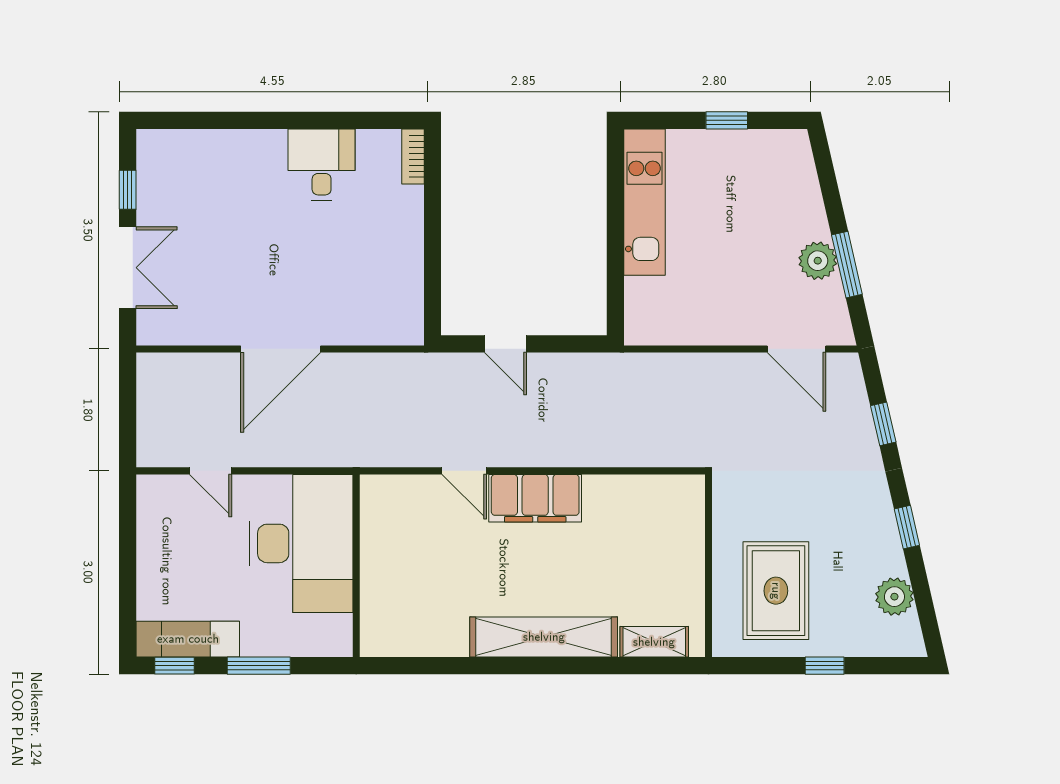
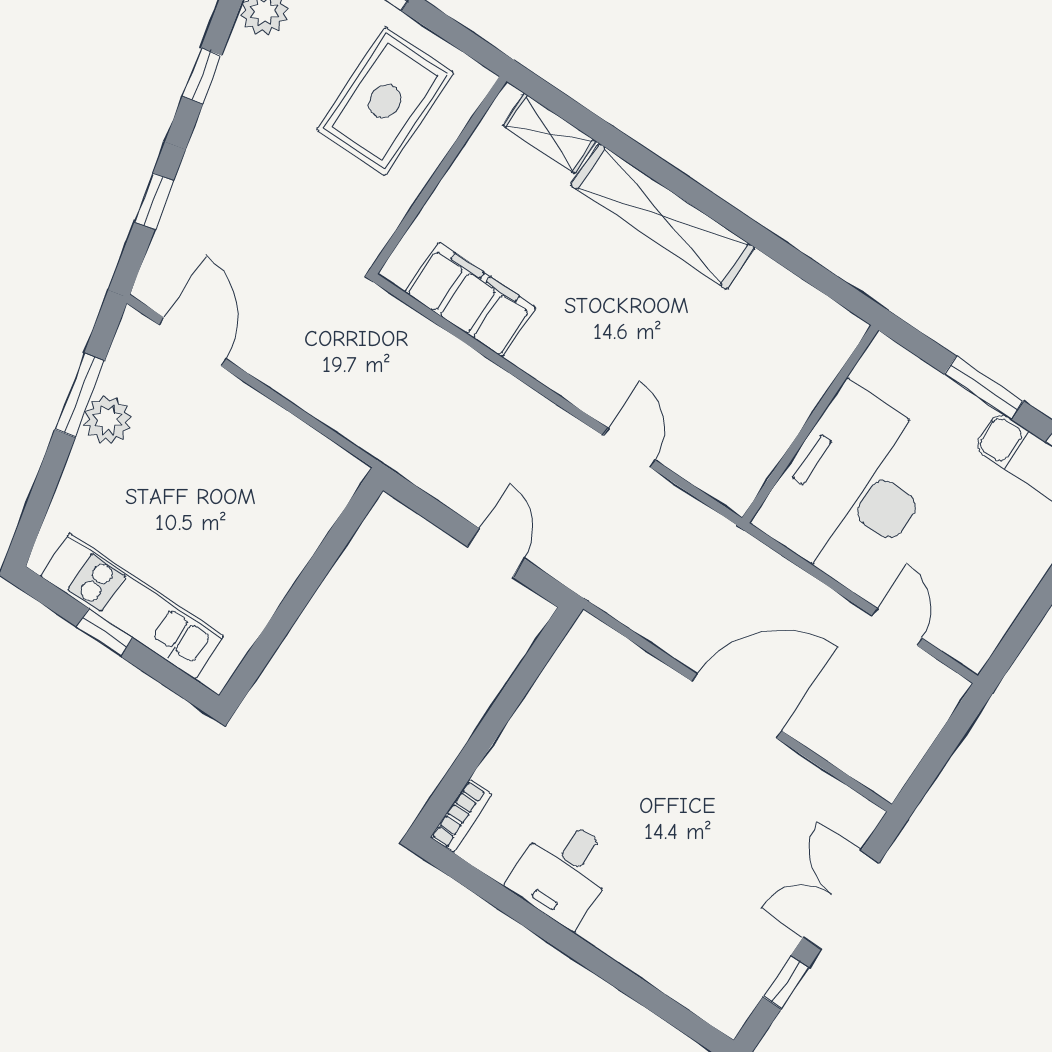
kitchen unit: (645, 202) -> (132, 606), moved, turned 90
filing cabinet: (535, 498) -> (470, 300), moved

